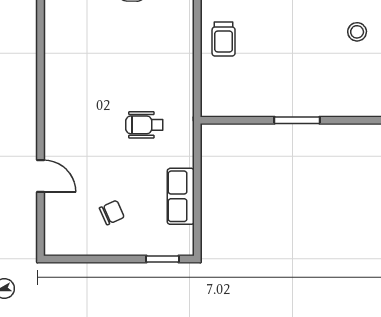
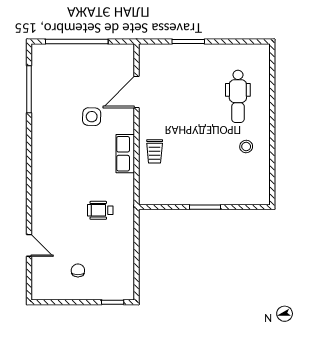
row of seats: (181, 196) -> (125, 154), moved
chair: (112, 213) -> (78, 270), turned -66

